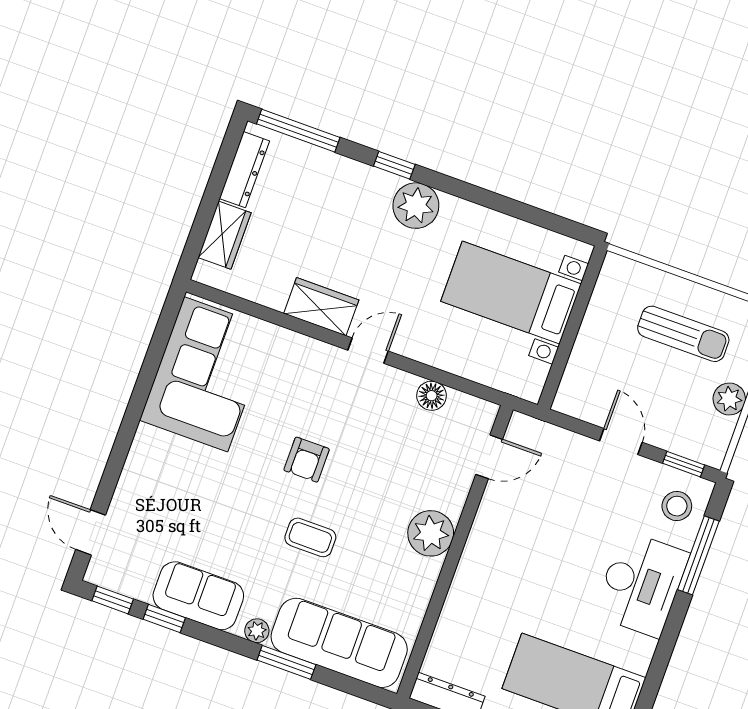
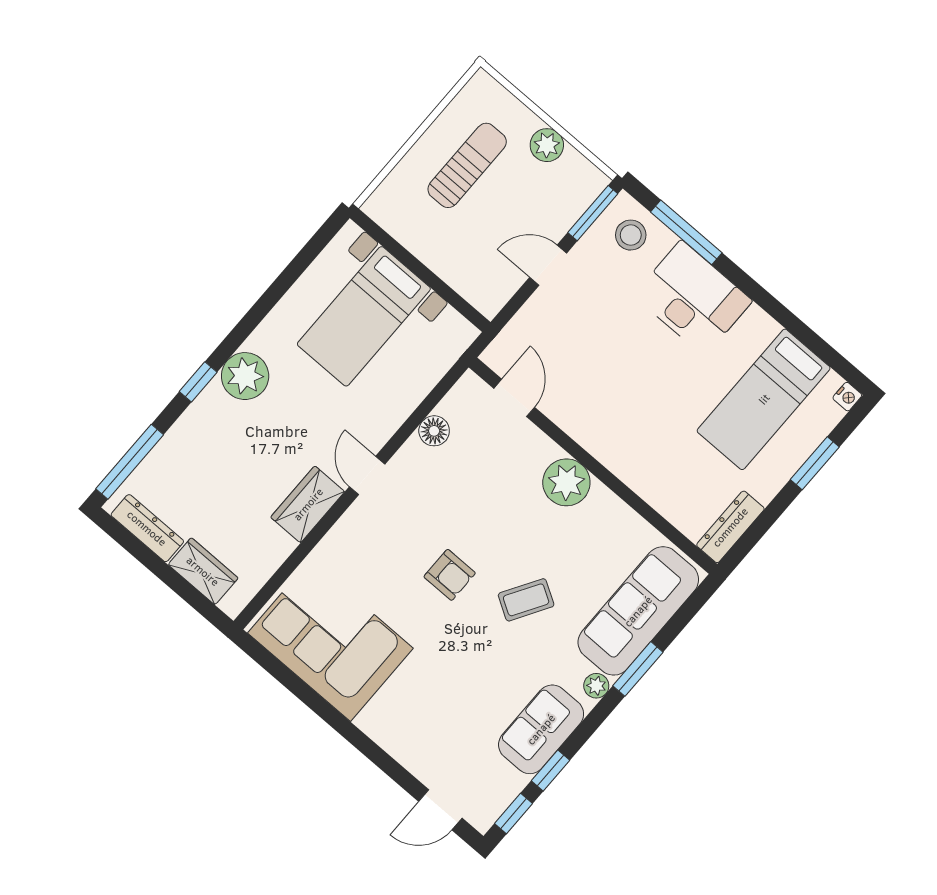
window: (684, 464) -> (593, 213), width x1.50
coffee table: (310, 537) -> (526, 600), turned 31

